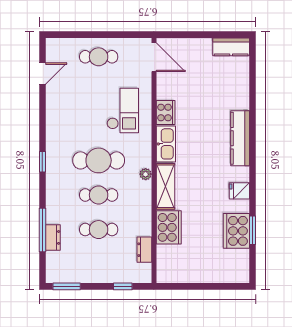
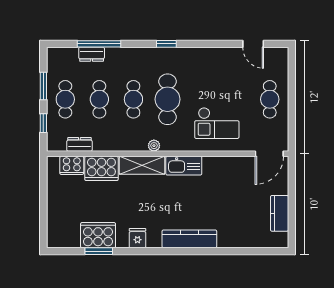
kitchen counter: (231, 47) -> (280, 213), moved
cooker: (166, 112) -> (72, 165), moved
cafe table: (99, 264) -> (65, 99), added
window: (67, 286) -> (43, 86), moved

